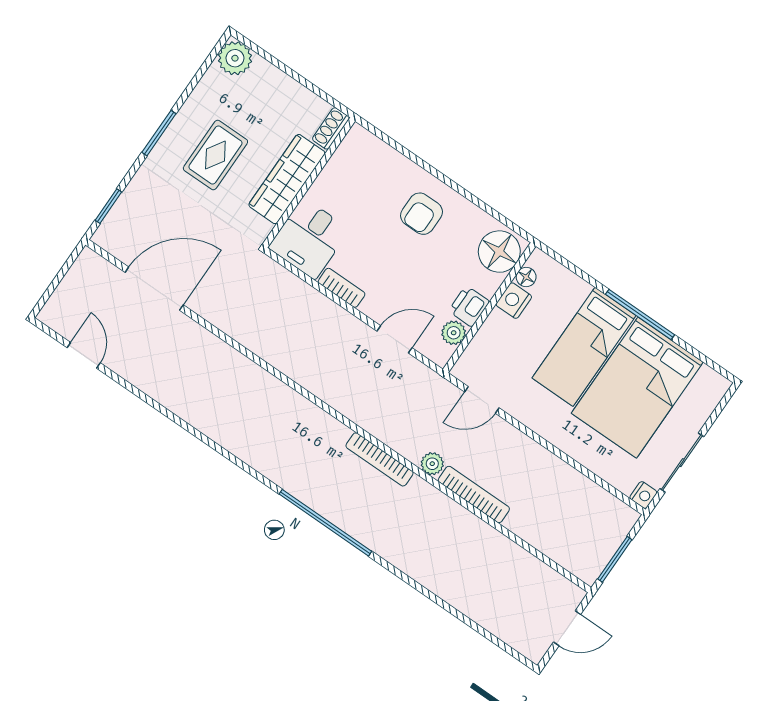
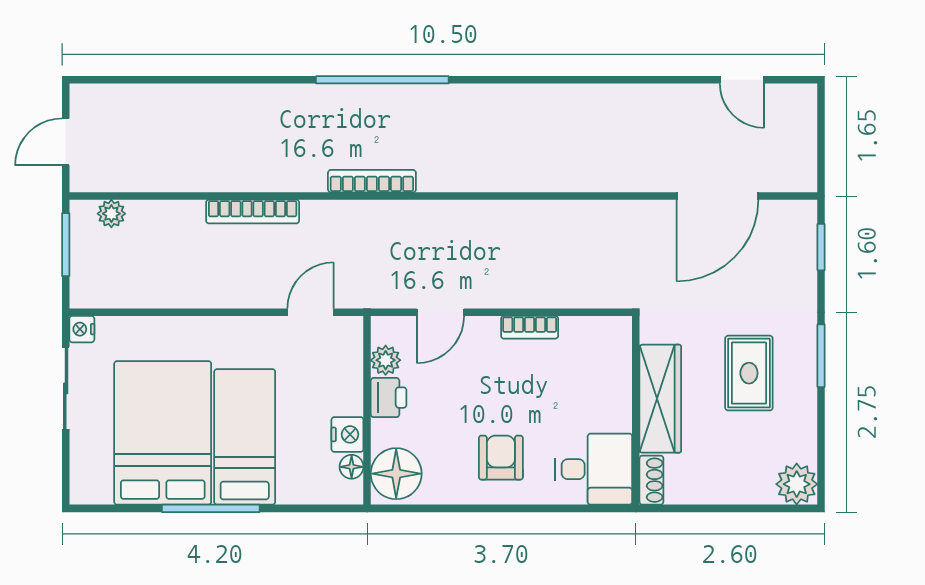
desk: (309, 239) -> (594, 469), moved, turned 90
plant: (432, 464) -> (111, 214), moved

